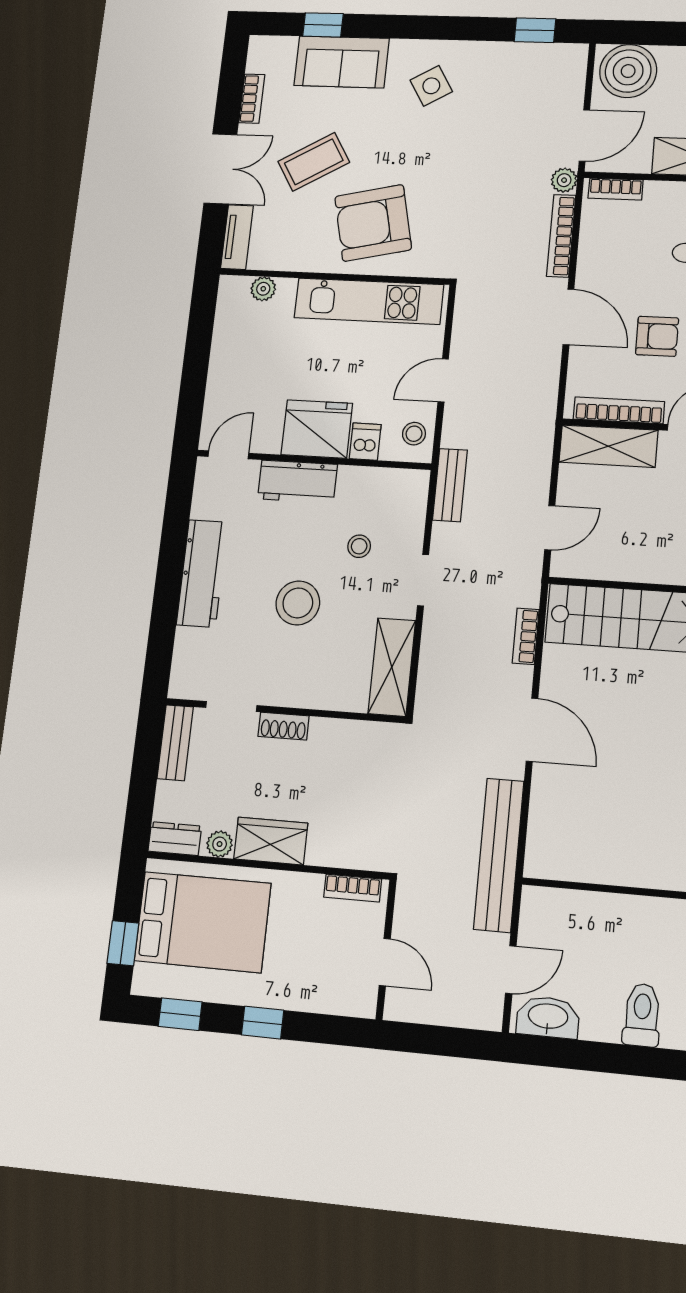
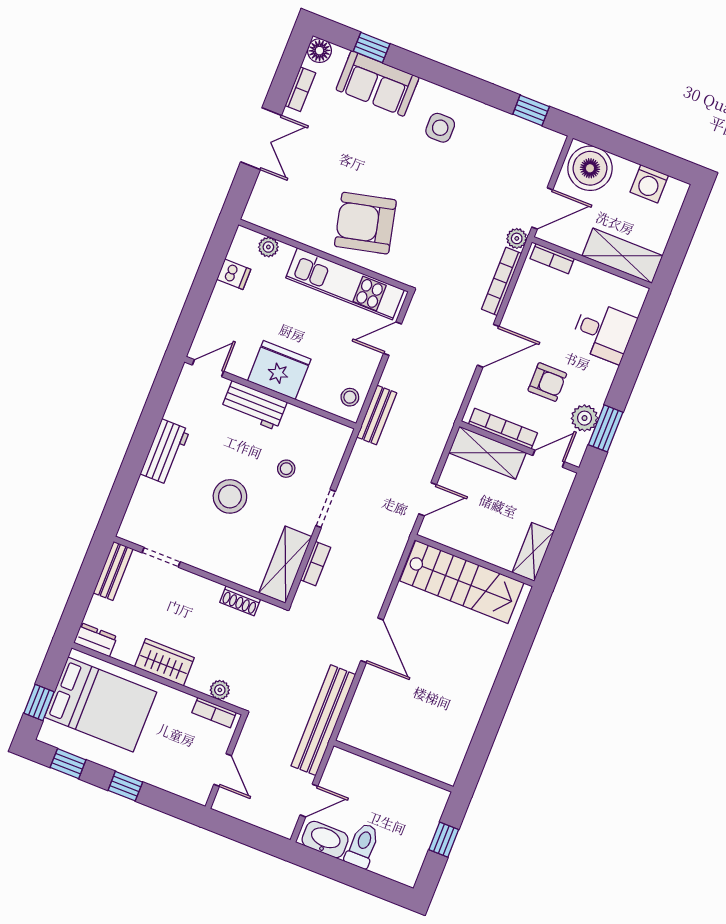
floor lamp: (262, 49) -> (319, 51), added
side table: (431, 86) -> (440, 128), turned 31
coffee table: (314, 162) -> (334, 158), removed
tv unit: (237, 237) -> (259, 199), removed
door: (568, 317) -> (488, 346), hinge flipped
door: (443, 380) -> (393, 339), moved
dishwasher: (365, 442) -> (234, 274), moved, turned 90
bench: (450, 485) -> (377, 415), moved
workbench: (202, 573) -> (165, 452), width x0.73
bookcase: (526, 636) -> (316, 564), moved, turned 180
shoe rack: (284, 726) -> (240, 601), moved
plant: (220, 844) -> (220, 690), moved
toilet: (642, 1015) -> (362, 846), moved

